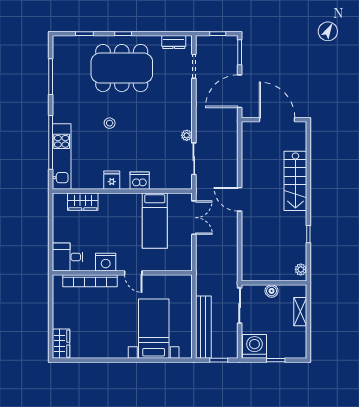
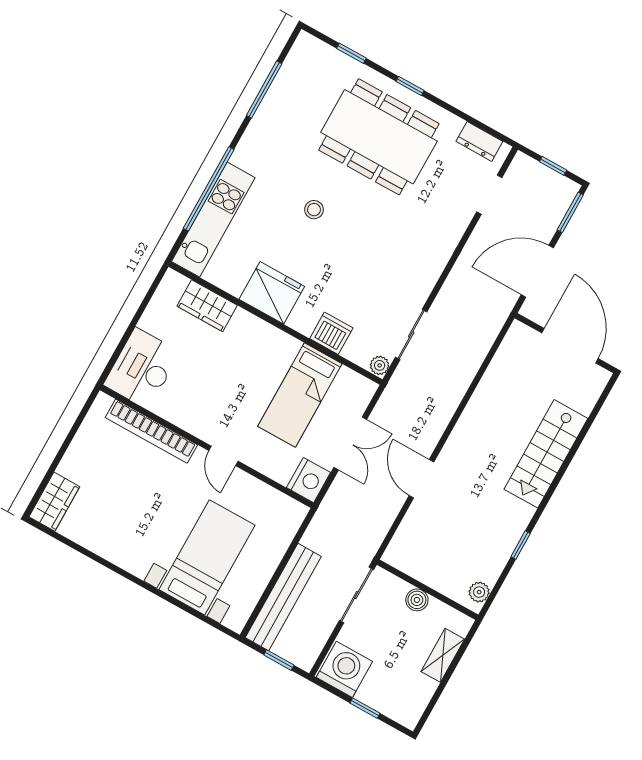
plant: (187, 135) -> (380, 365), moved
fridge: (112, 180) -> (272, 293), width x1.88, depth x1.34
dishwasher: (140, 181) -> (331, 333), moved
door: (240, 199) -> (421, 479), moved
double door: (194, 218) -> (350, 443), moved
desk: (68, 257) -> (142, 368), width x1.37
nightstand: (106, 262) -> (309, 480), moved, turned -90

